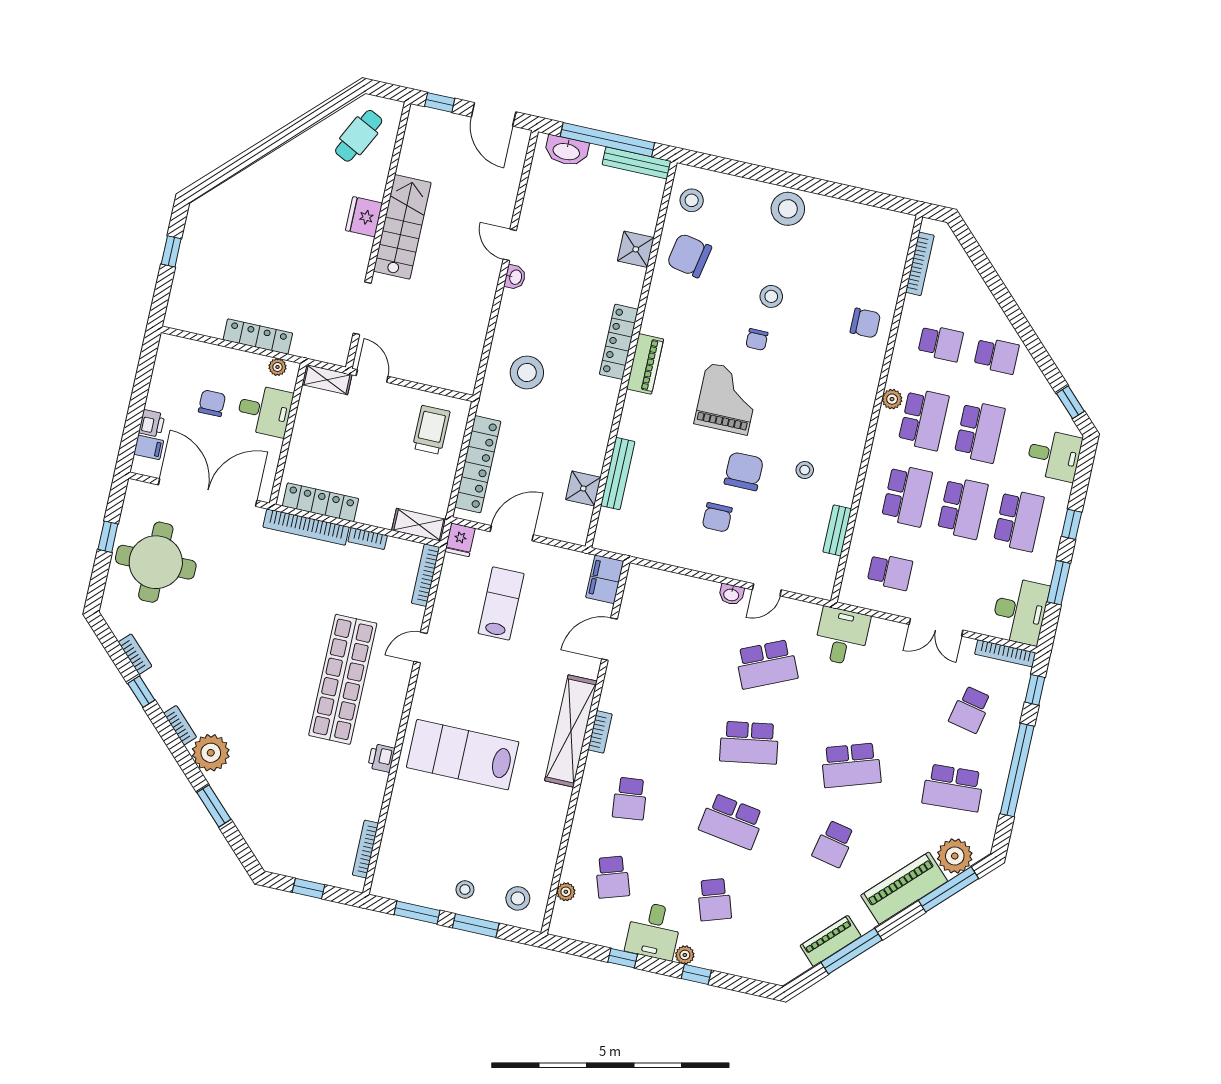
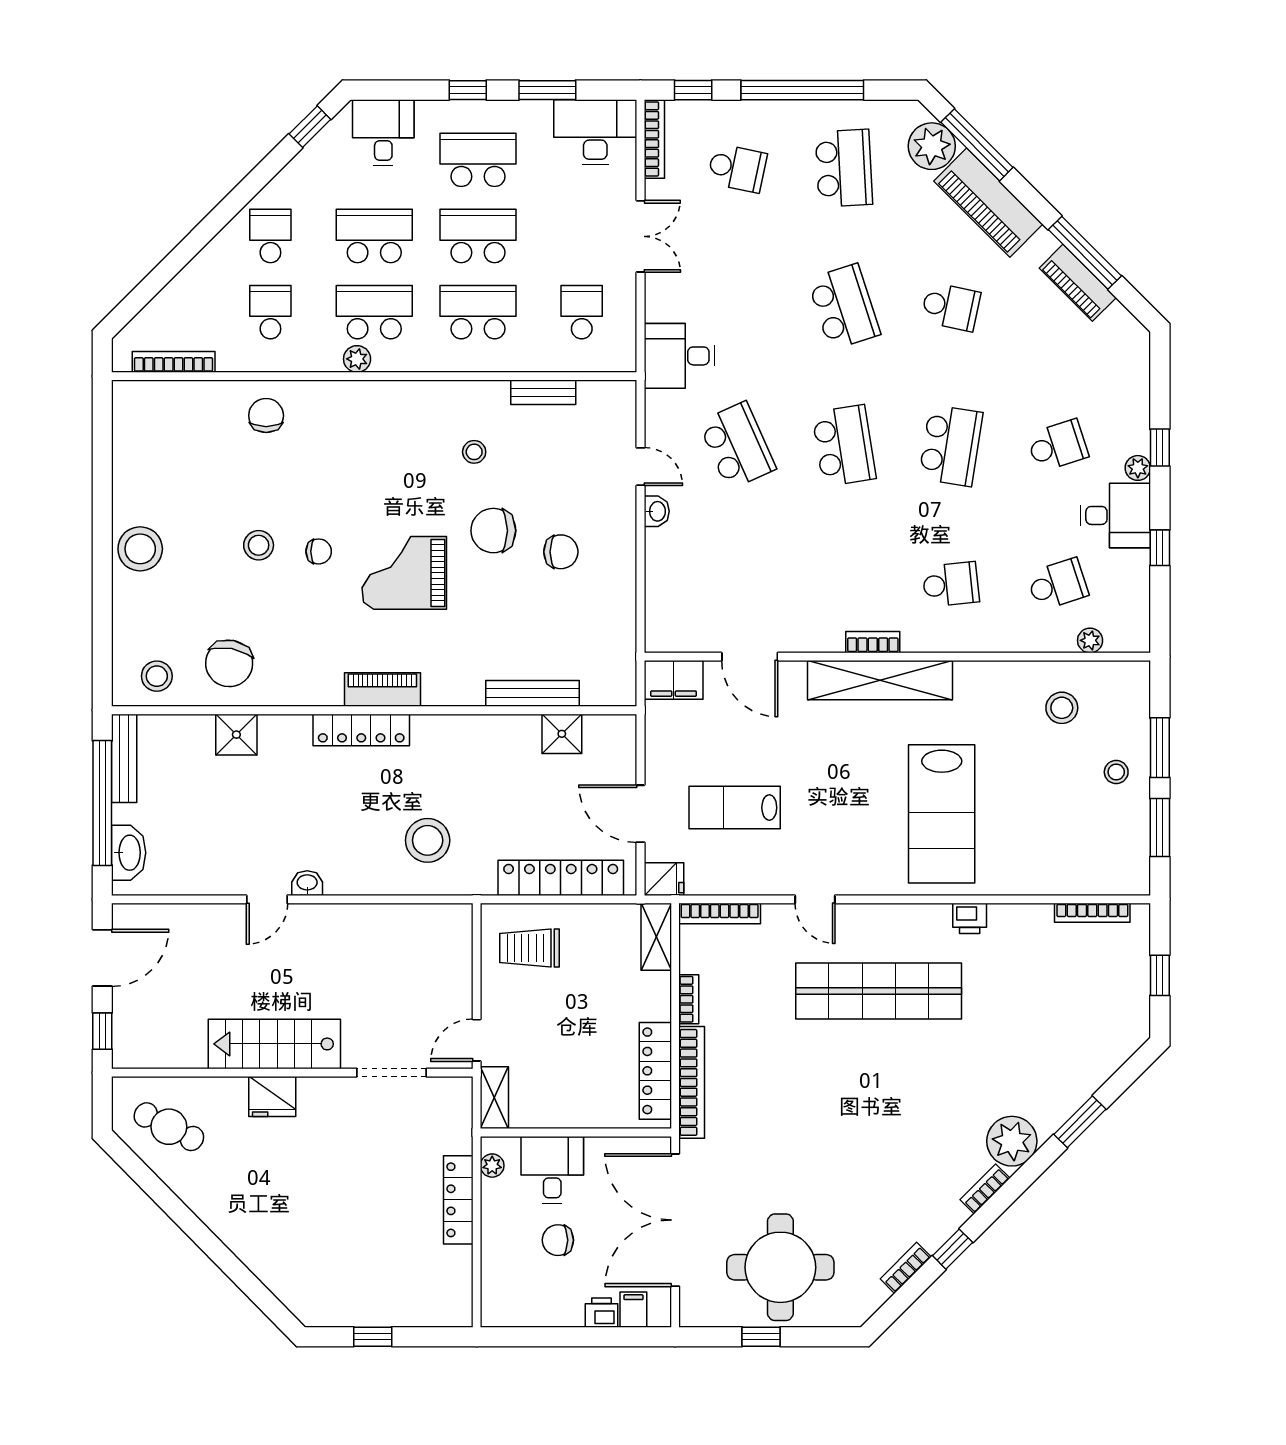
stool: (518, 898) -> (1062, 708), moved

